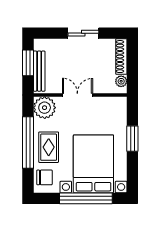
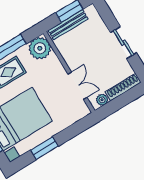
double door: (77, 95) -> (77, 86), moved
window: (132, 139) -> (44, 148), moved

